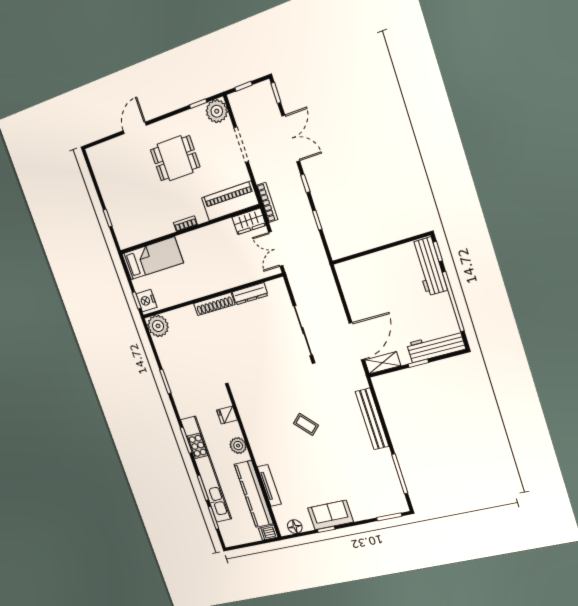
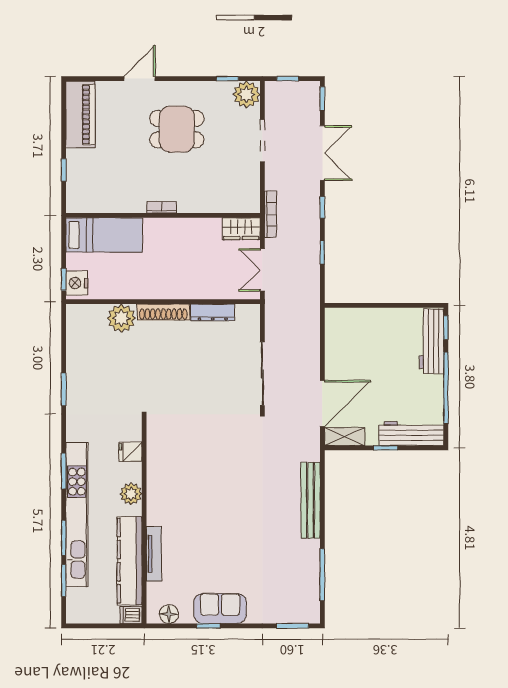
piano: (230, 201) -> (80, 114), moved, turned 90
plant: (158, 326) -> (121, 318), moved
coffee table: (306, 424) -> (228, 488), removed

